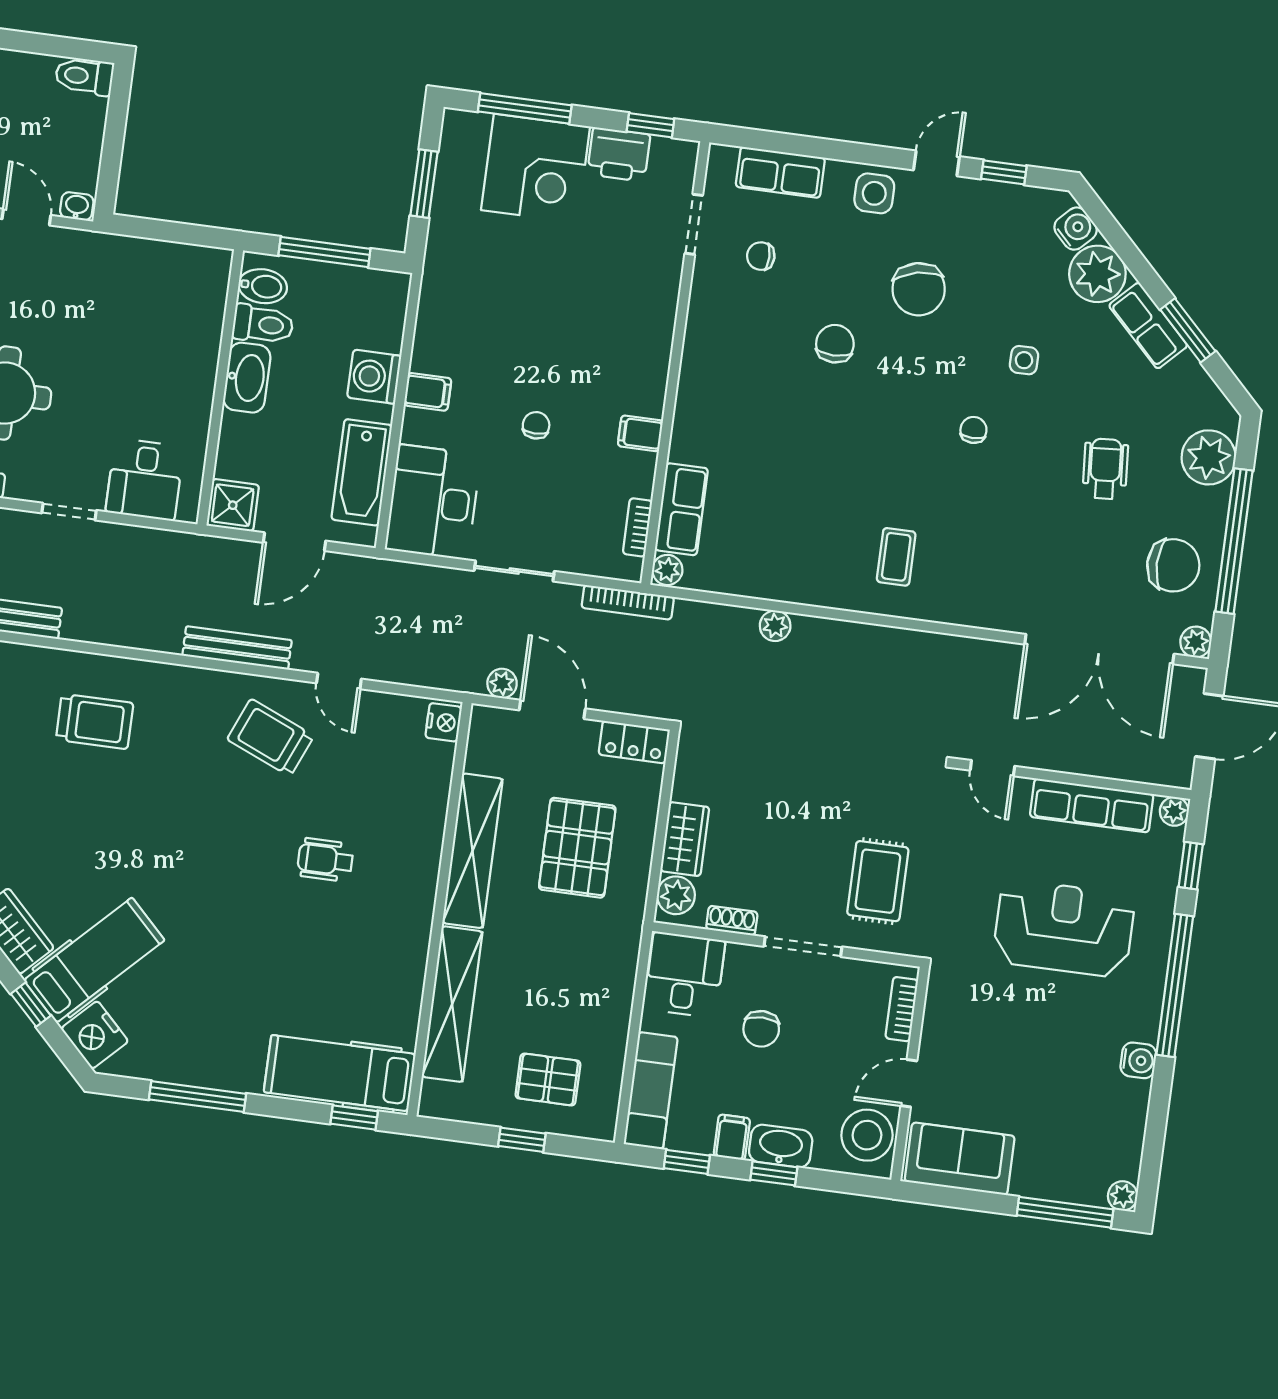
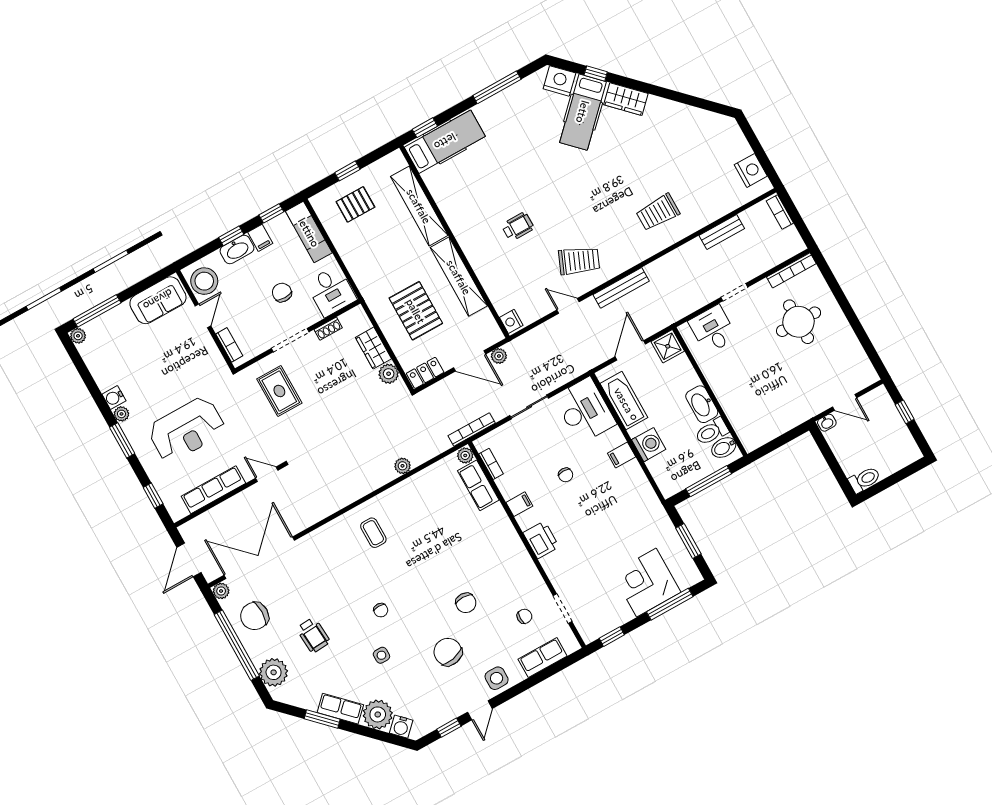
printer: (619, 154) -> (541, 540), moved, turned 90
plant: (1174, 811) -> (121, 414), moved
plant: (676, 895) -> (389, 374), moved
window: (1175, 985) -> (122, 440), width x0.47

